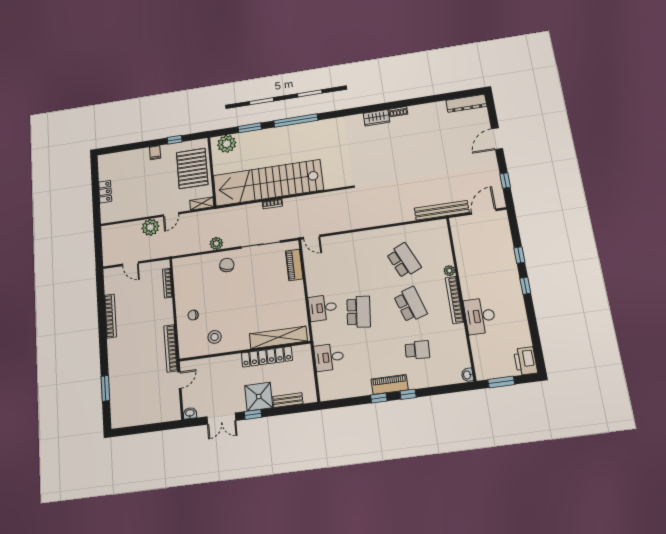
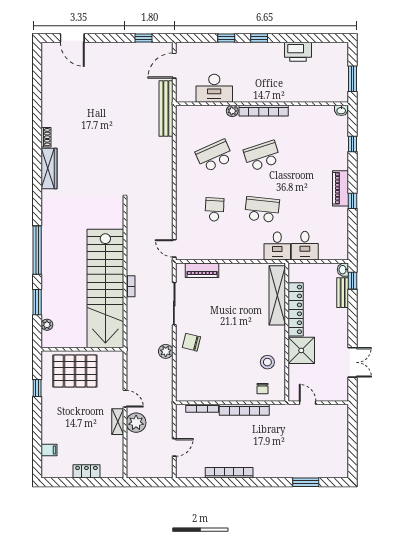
dresser: (466, 103) -> (49, 63), removed
wardrobe: (376, 118) -> (49, 168), width x1.50
door: (497, 139) -> (72, 38), moved
plant: (227, 144) -> (47, 325), width x0.53, depth x0.53
filing cabinet: (155, 153) -> (49, 450), moved
shelving: (202, 204) -> (118, 422), moved
door: (484, 212) -> (174, 66), hinge flipped
door: (312, 237) -> (174, 248), swing flipped
desk: (323, 308) -> (277, 246), moved
chair: (193, 315) -> (263, 389), moved
desk: (480, 316) -> (214, 88), moved
bookcase: (171, 348) -> (244, 410), moved
school desk: (417, 350) -> (214, 209), moved
printer: (526, 361) -> (298, 52), moved
window: (408, 394) -> (353, 144), moved
shower: (259, 397) -> (301, 350), moved
washbasin: (190, 413) -> (343, 270), moved
window: (253, 414) -> (353, 281), moved

